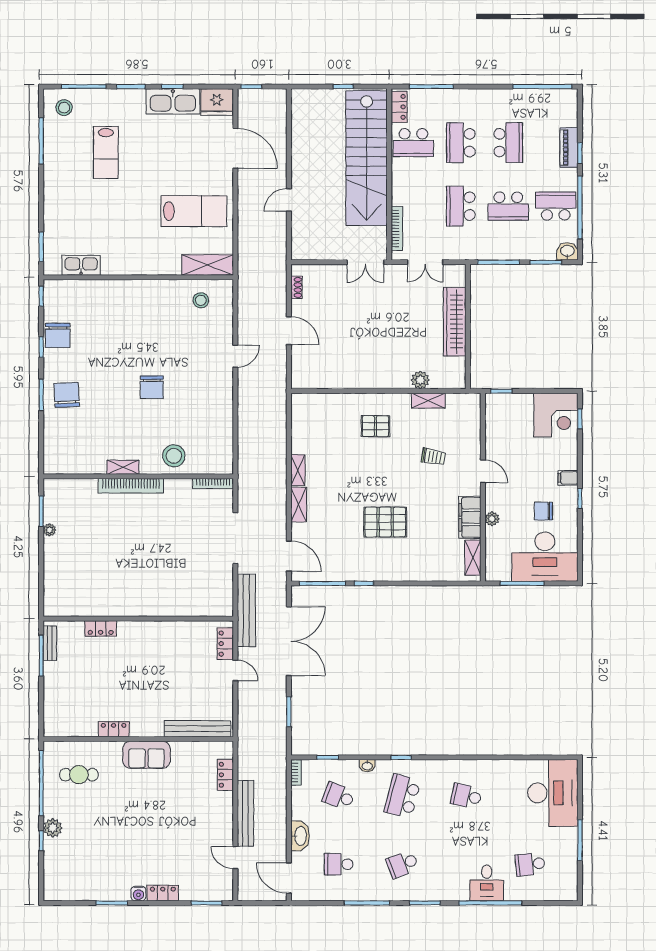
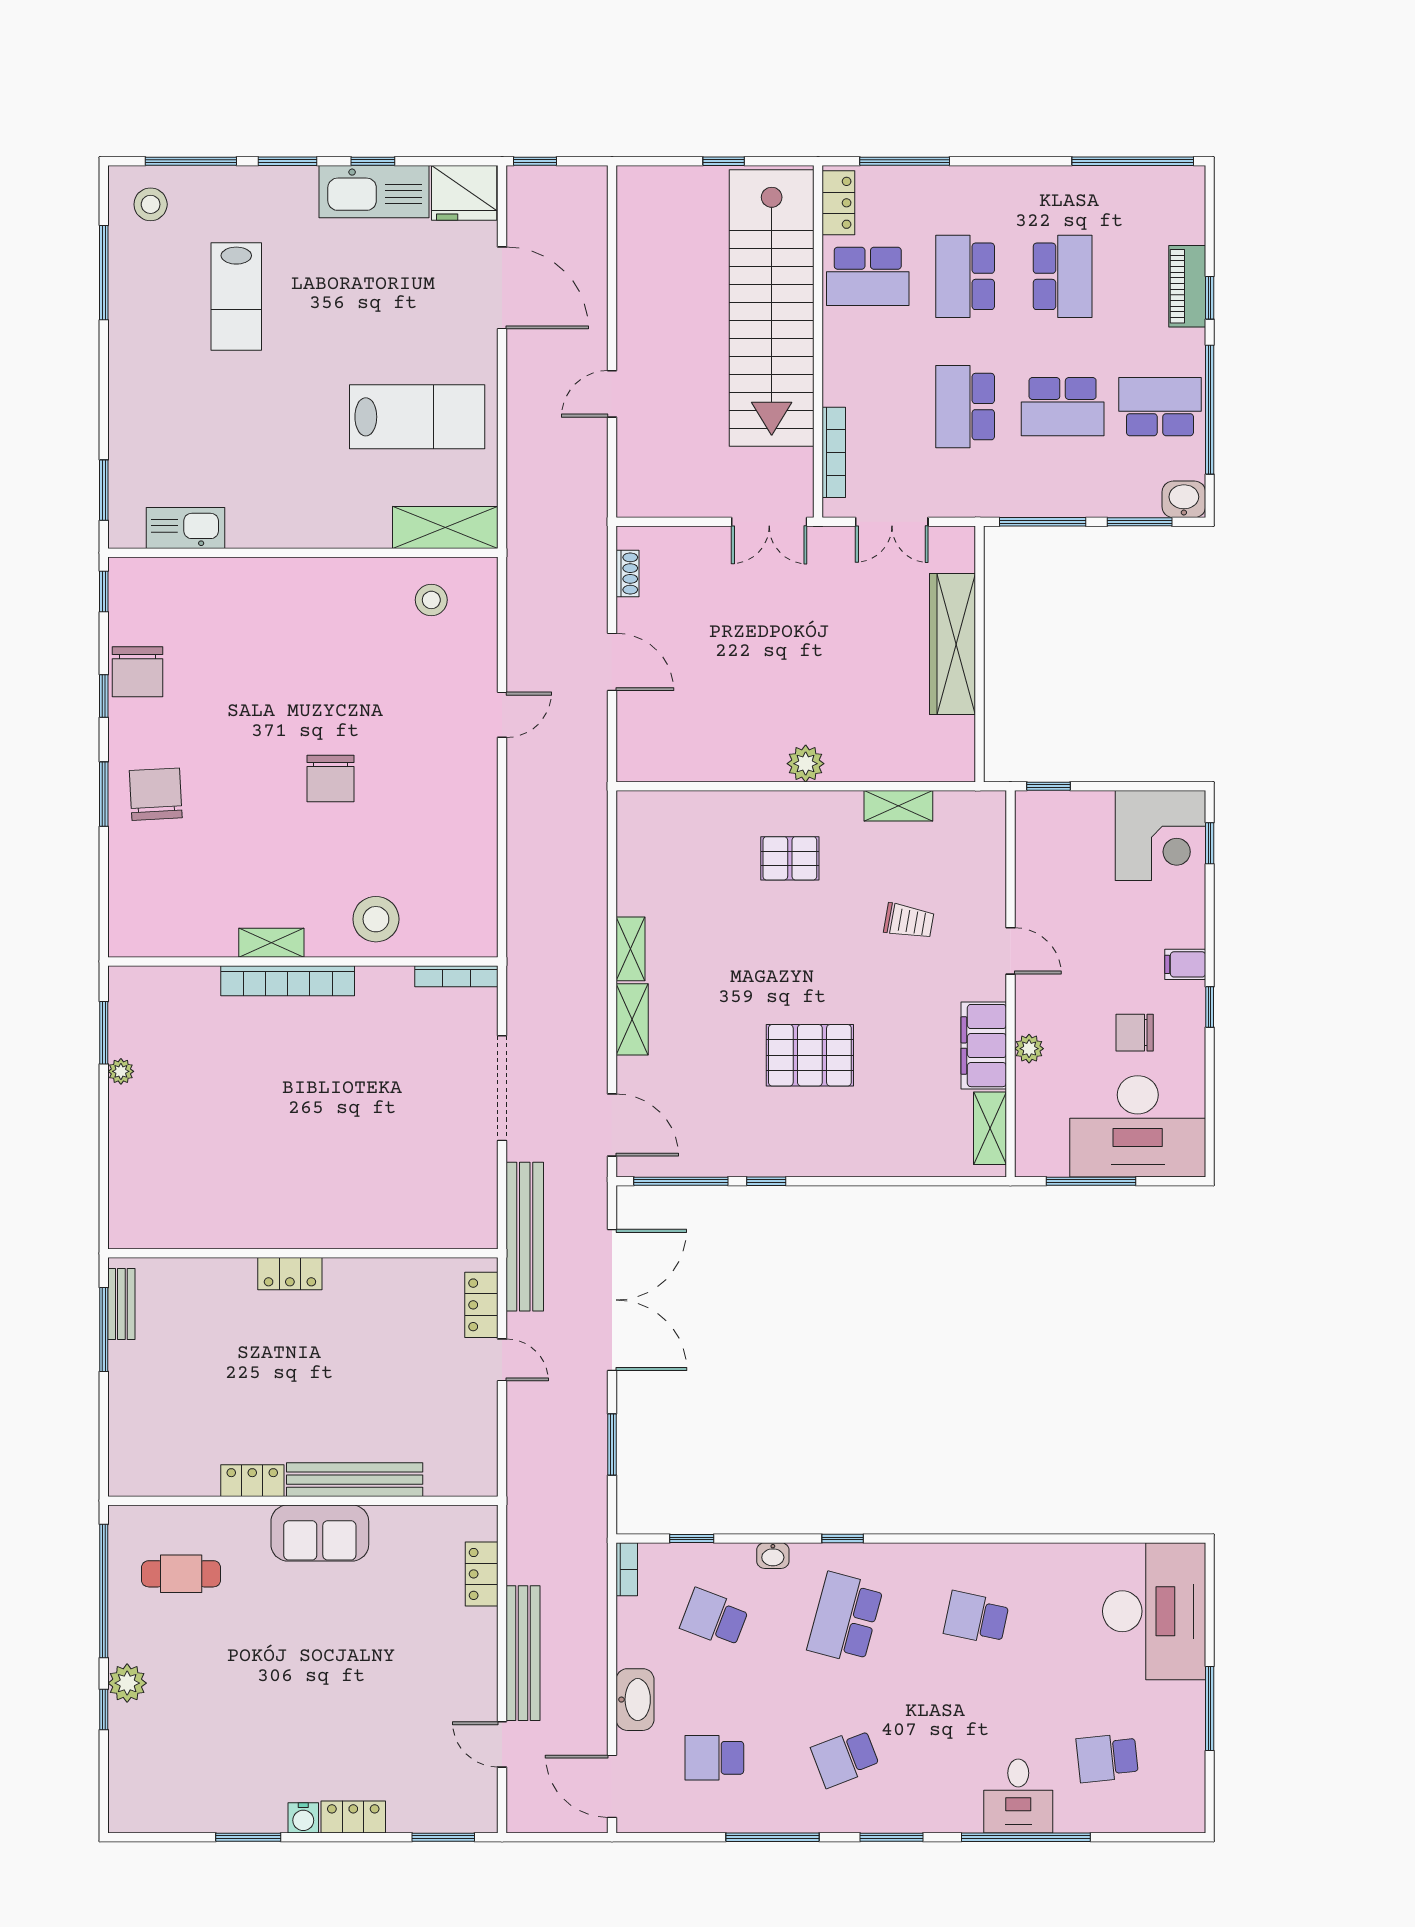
plant: (420, 380) -> (806, 764), moved
locker: (101, 628) -> (290, 1274), moved
bench: (197, 729) -> (355, 1480), moved

